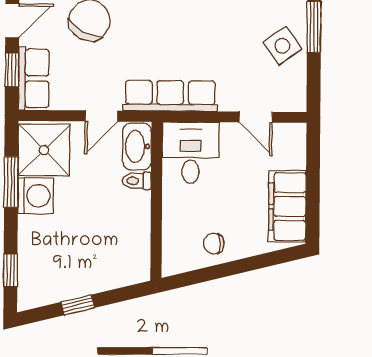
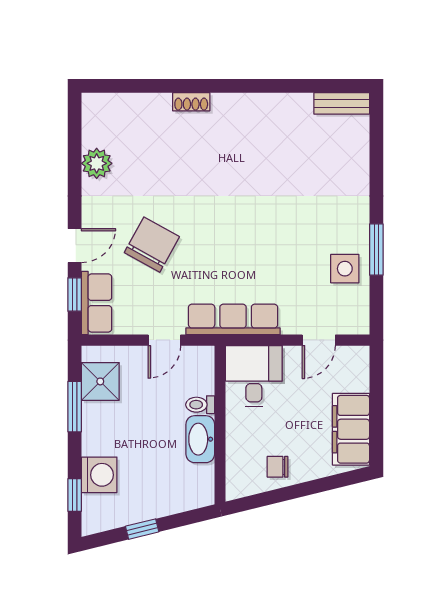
side table: (282, 46) -> (345, 269), turned 35
door: (256, 117) -> (319, 340), hinge flipped
washbasin: (137, 146) -> (200, 439), moved
shower: (44, 150) -> (100, 381), width x0.73, depth x0.73
washing machine: (36, 196) -> (99, 475), moved

